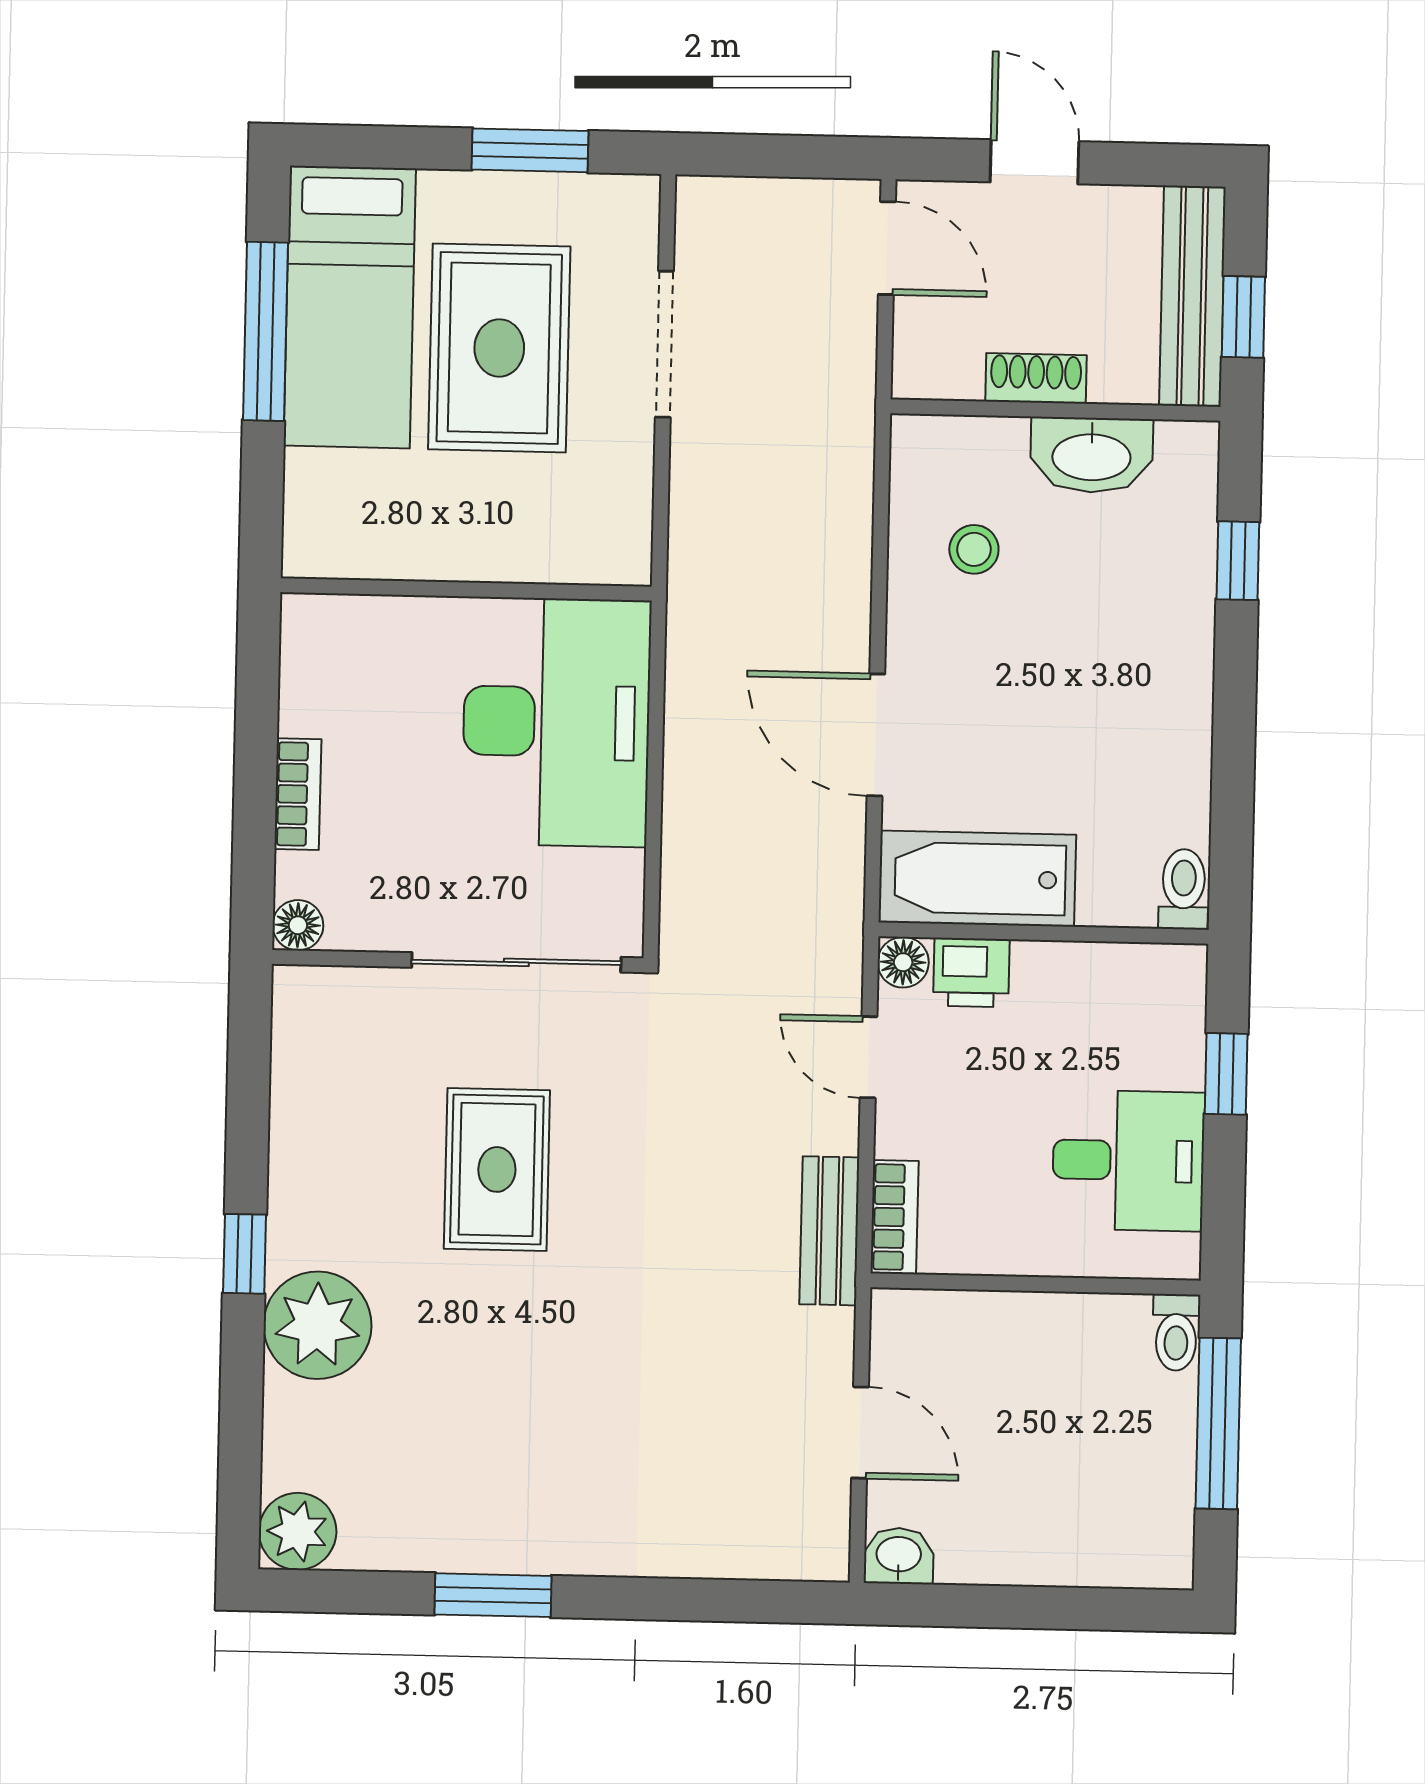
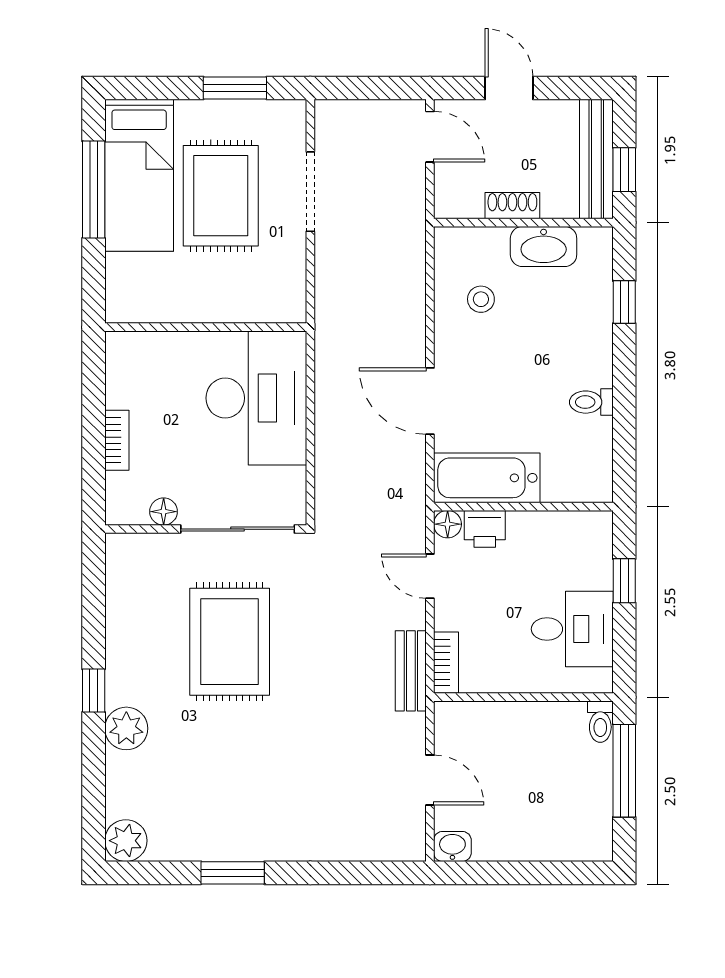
toilet: (1184, 889) -> (591, 402), moved, turned -90
floor lamp: (298, 925) -> (164, 512), moved
rug: (497, 1169) -> (230, 642), width x1.36, depth x1.43
plant: (317, 1325) -> (126, 728), width x0.73, depth x0.73

